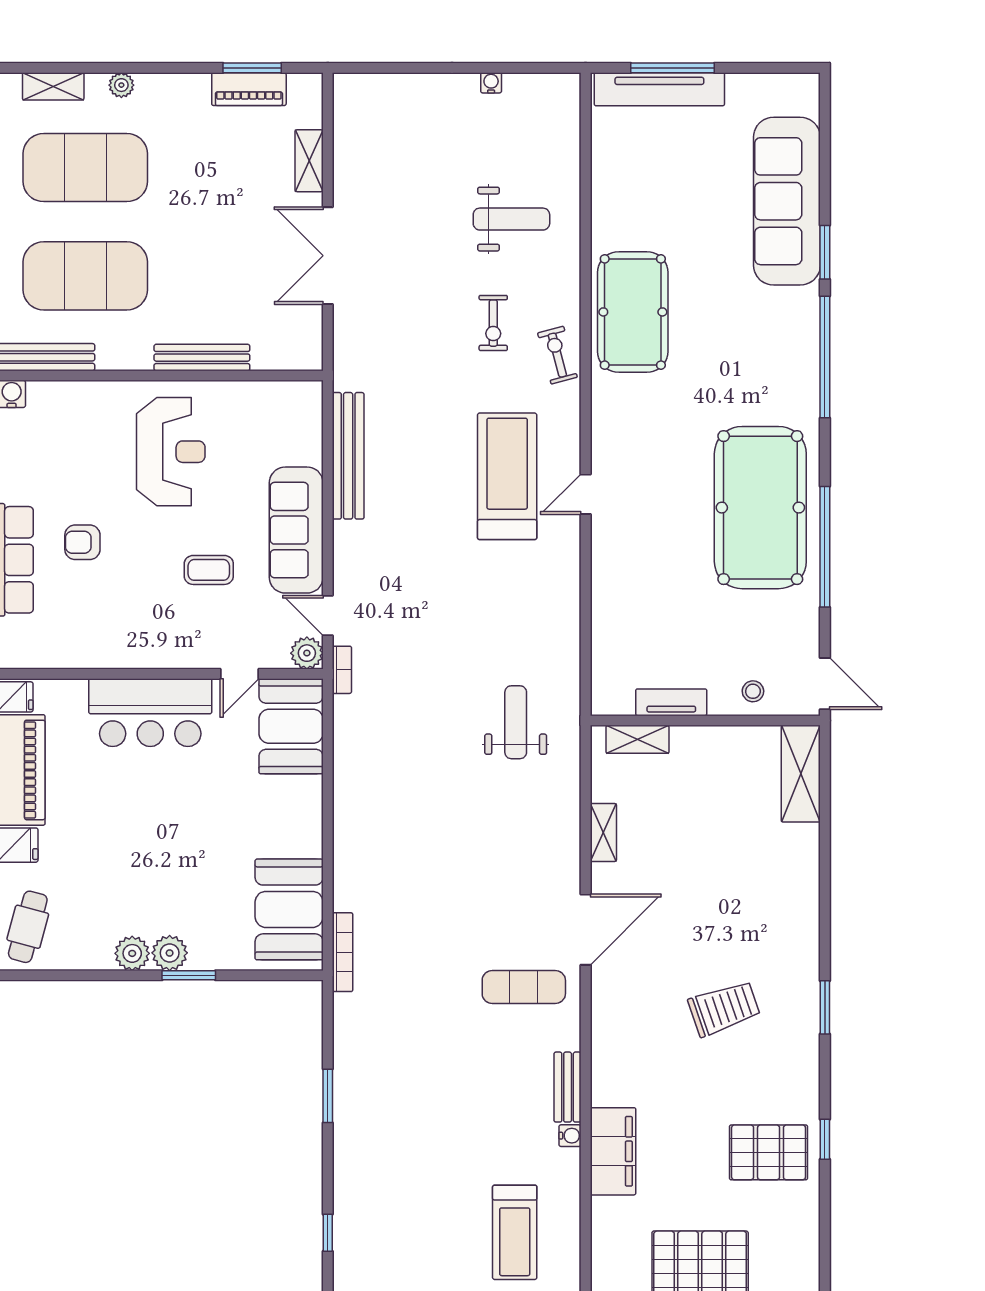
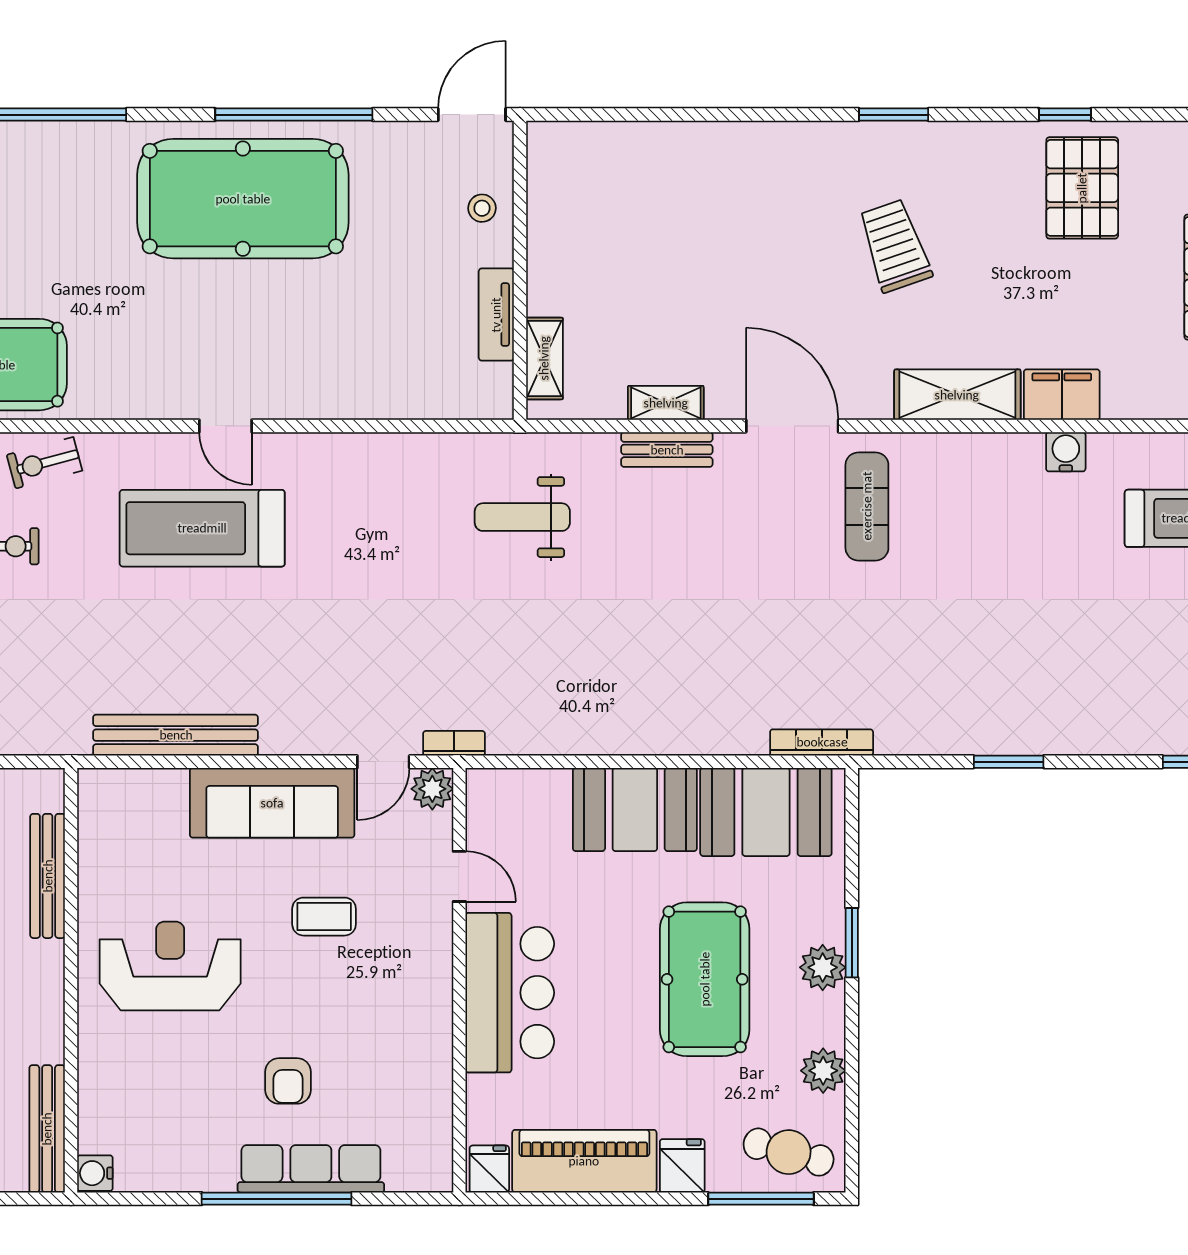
bench: (202, 358) -> (48, 876), moved
coffee table: (209, 570) -> (324, 917), turned 90
booth: (291, 726) -> (635, 809), moved
shelving: (801, 774) -> (957, 395), moved
pool table: (161, 862) -> (705, 979), added
plant: (132, 953) -> (823, 1071), moved
bench: (568, 1087) -> (667, 450), moved
water cooler: (570, 1136) -> (1066, 452), width x1.38, depth x1.38
filing cabinet: (613, 1151) -> (1062, 395), width x0.67, depth x0.86

